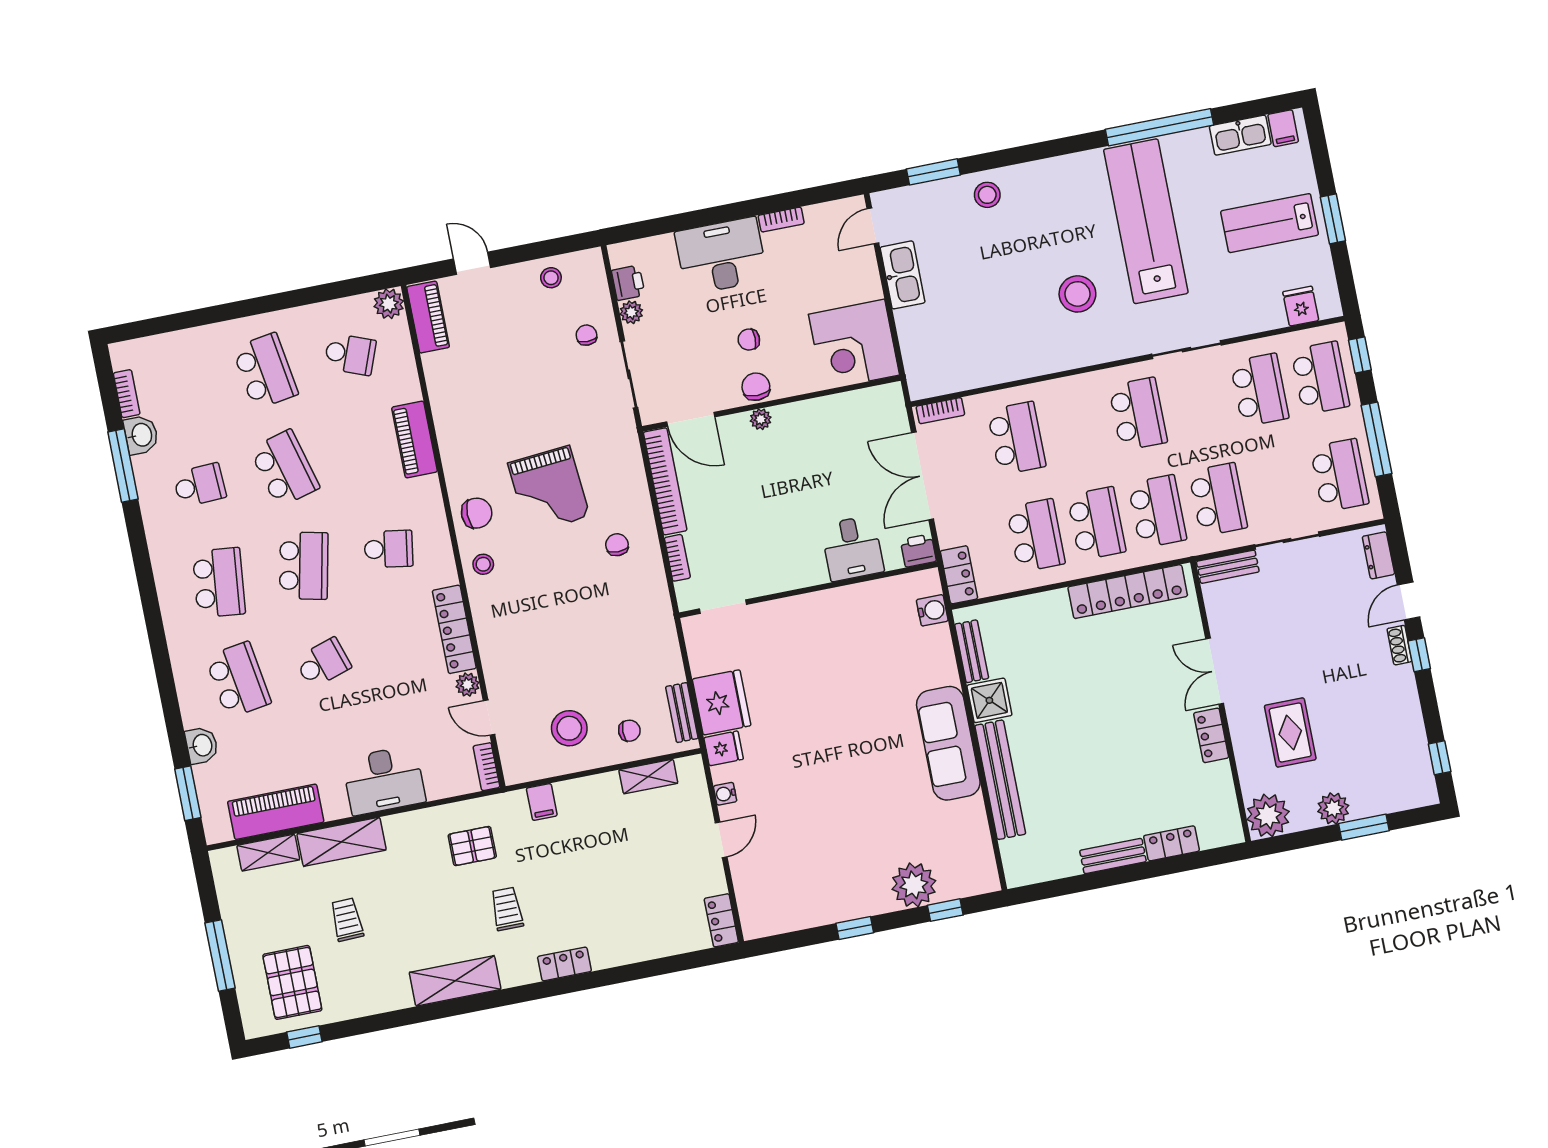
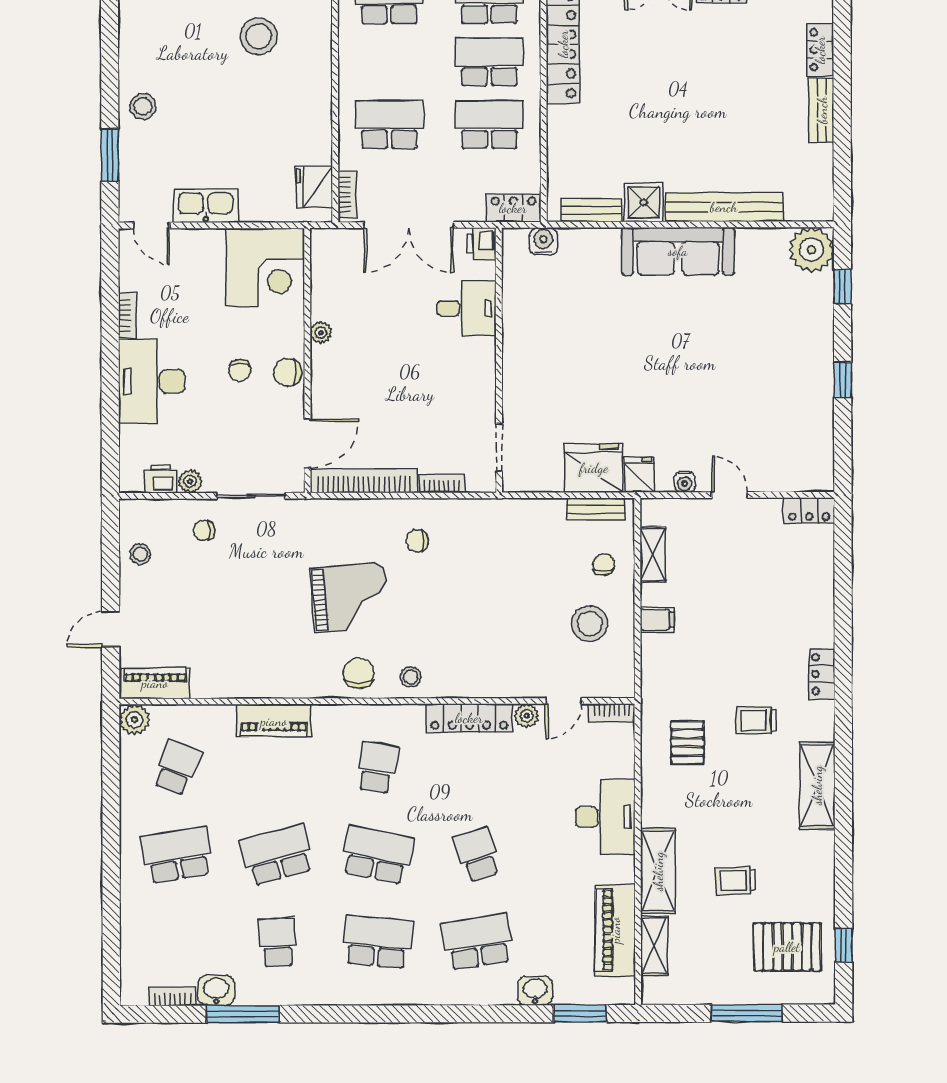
fridge: (941, 377) -> (314, 187), added
plant: (761, 419) -> (321, 333), moved
filing cabinet: (542, 802) -> (657, 620), moved
plant: (914, 885) -> (811, 250), moved

